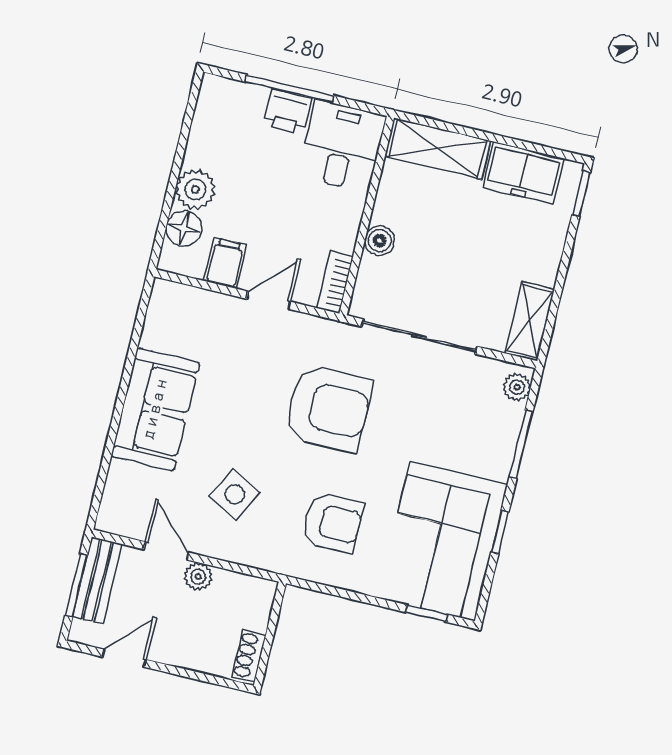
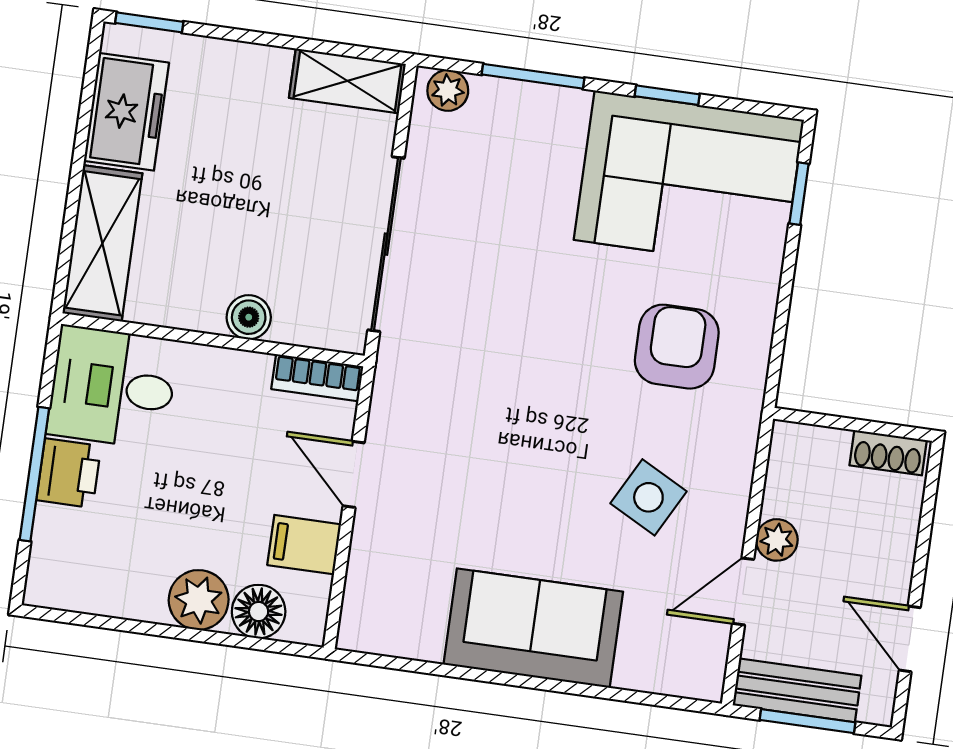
armchair: (328, 408) -> (506, 370), removed

